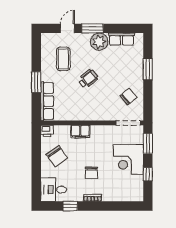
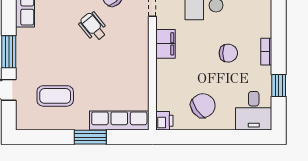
plant: (99, 42) -> (29, 42), removed
wheelchair: (88, 79) -> (93, 27), moved
filing cabinet: (80, 132) -> (166, 44), moved

